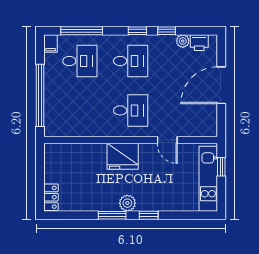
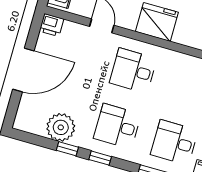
plant: (183, 41) -> (61, 127), width x1.87, depth x1.87
printer: (199, 43) -> (52, 25), moved, turned 180

